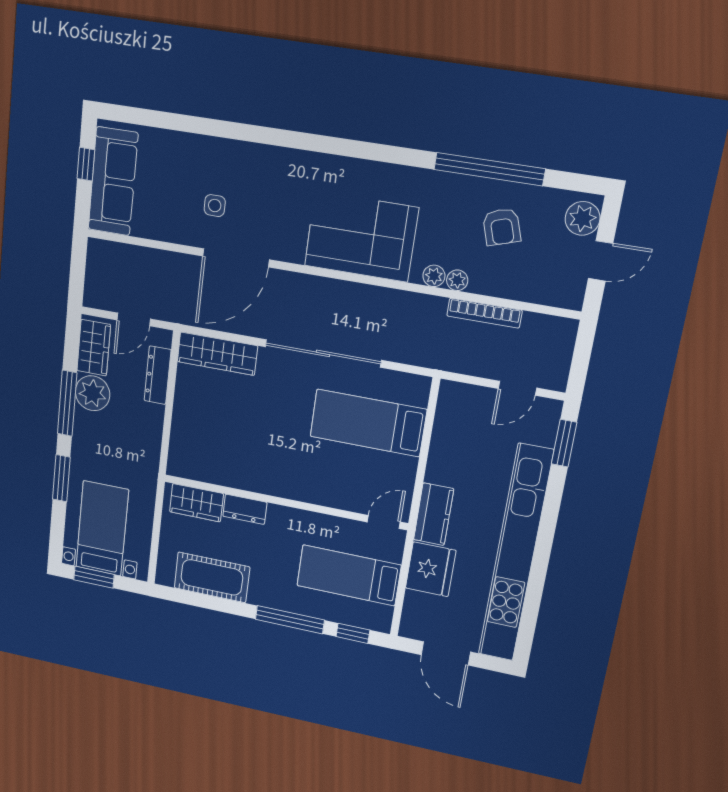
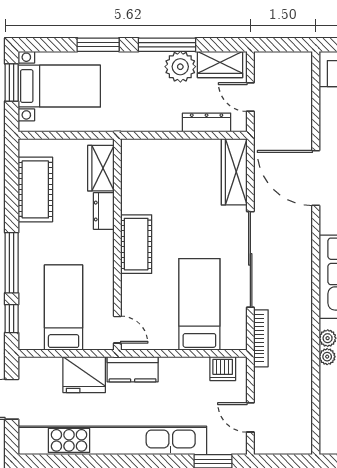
bookcase: (484, 313) -> (261, 338), moved, turned 180
dishwasher: (451, 410) -> (223, 369), added
cot: (287, 481) -> (136, 244), added

